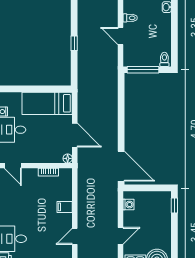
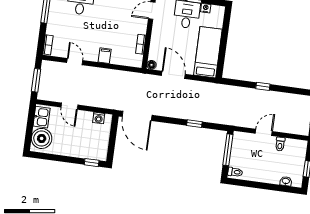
window: (121, 107) -> (194, 124), added
door: (75, 135) -> (173, 75), swing flipped
door: (121, 166) -> (137, 116), hinge flipped

